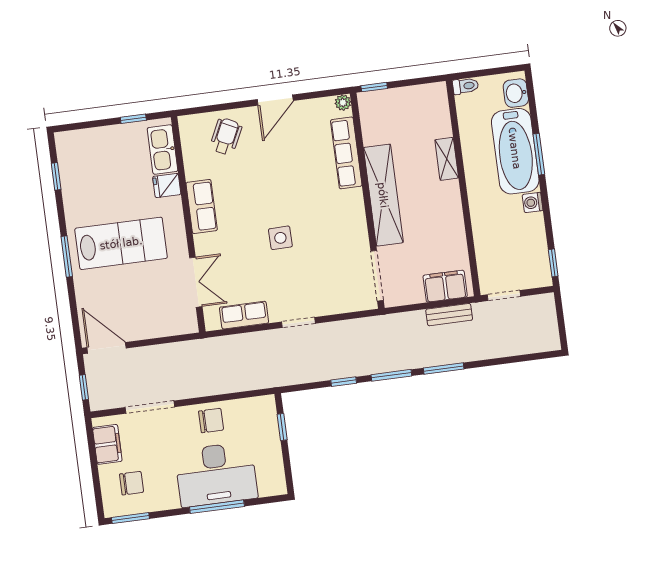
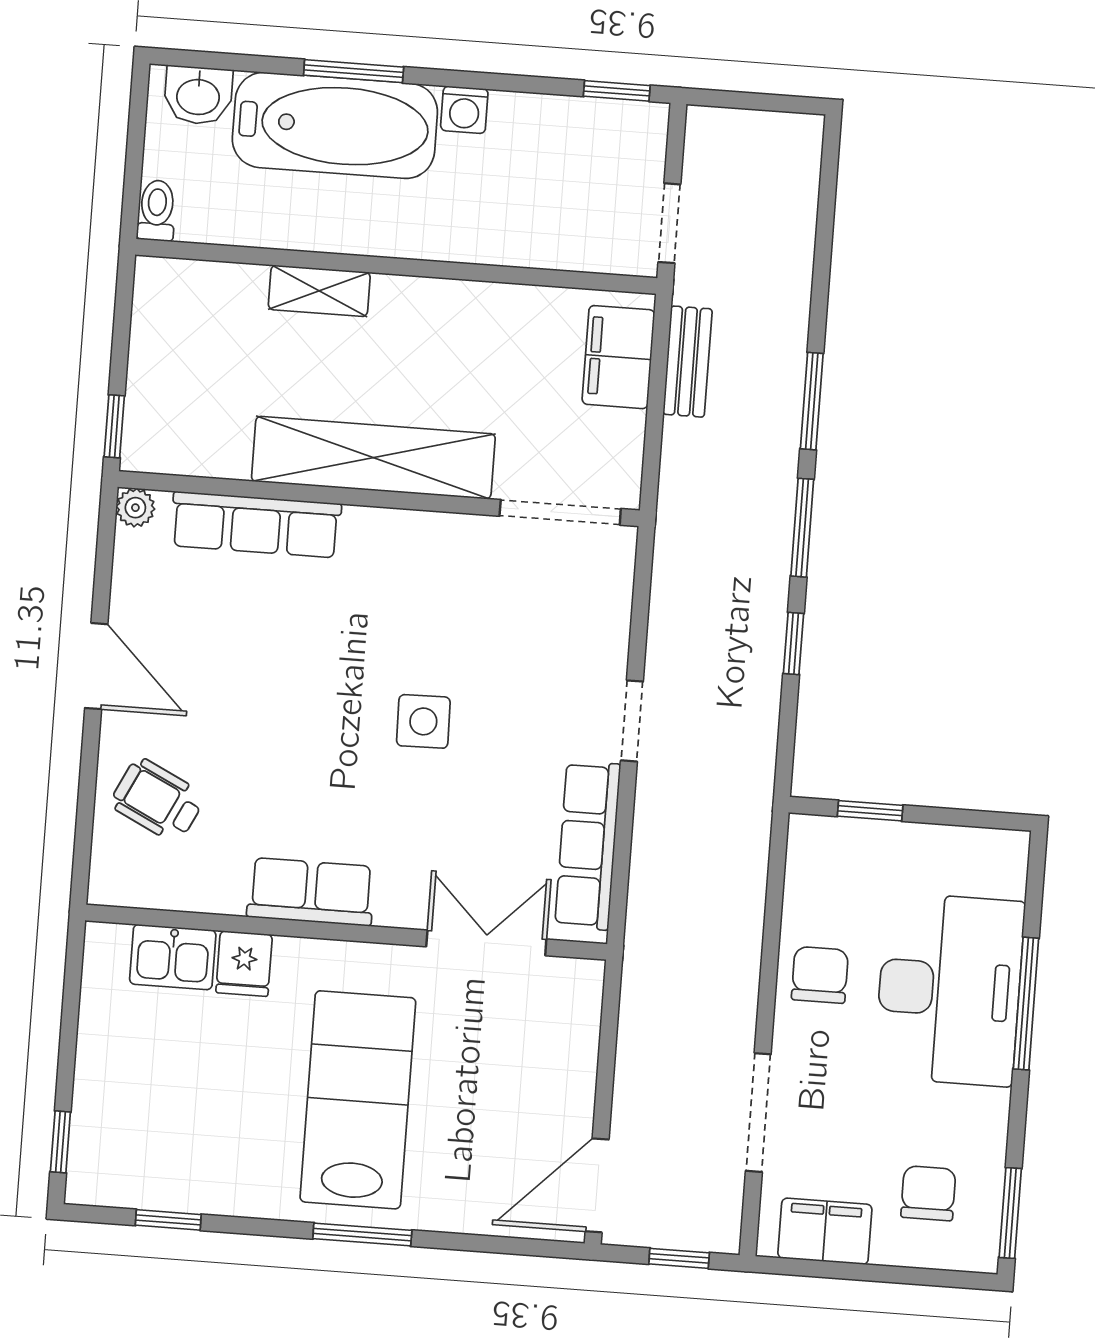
window: (133, 119) -> (60, 1142), moved
kitchen sink: (163, 150) -> (173, 957), width x0.73
row of seats: (244, 315) -> (588, 845), width x1.48

